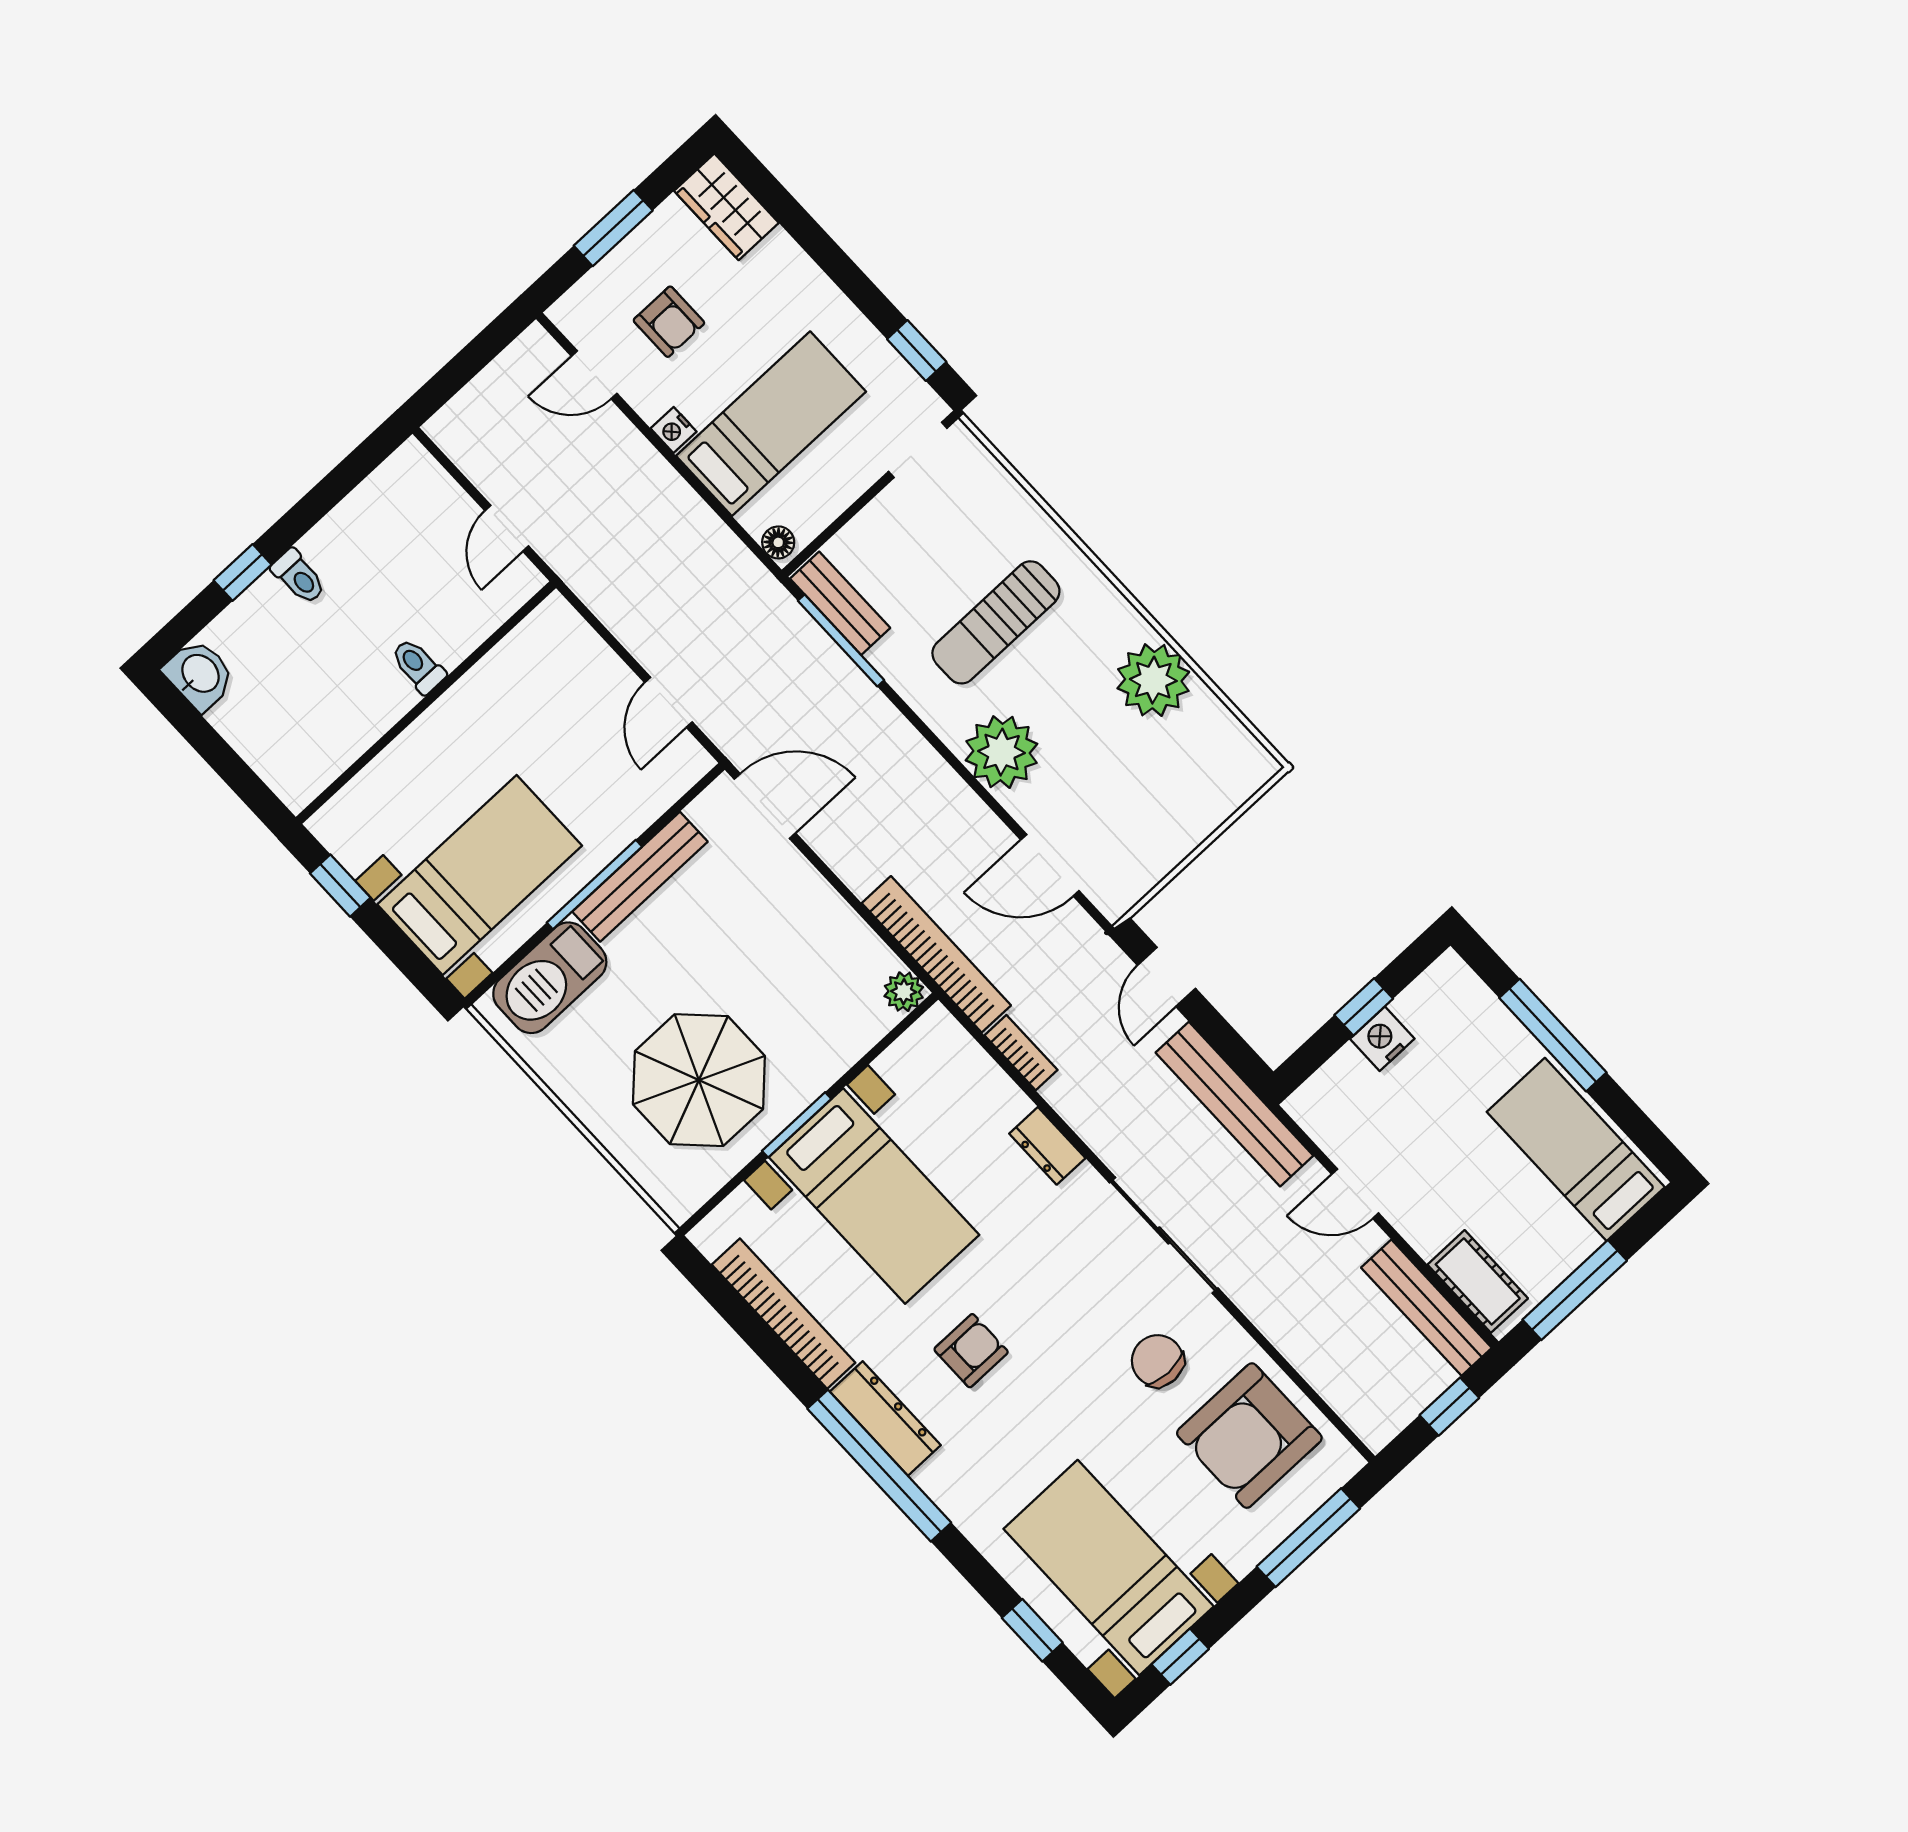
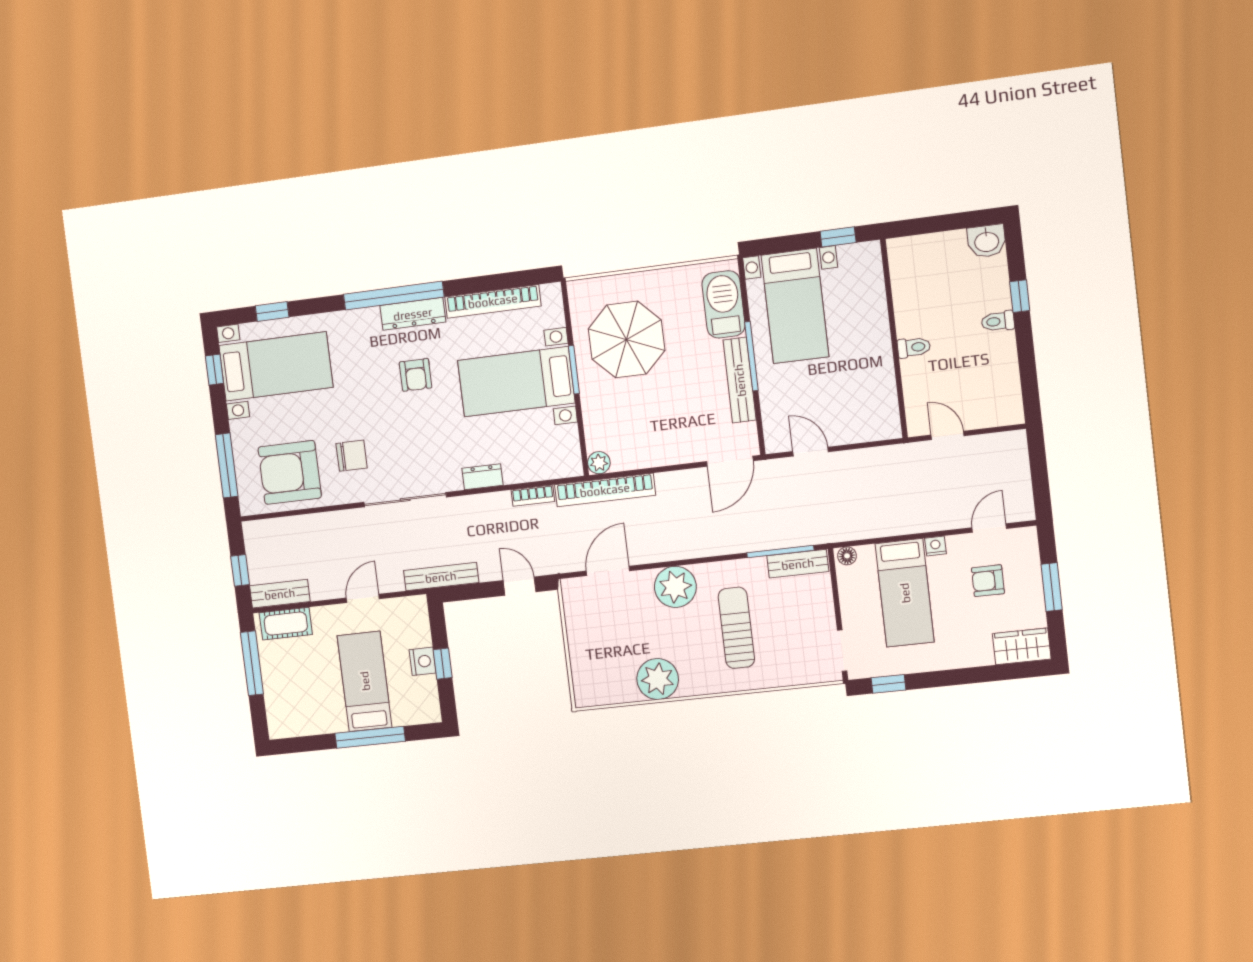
bench: (1234, 1104) -> (441, 577), width x0.73, depth x0.82
bed: (1576, 1149) -> (365, 681), moved, turned -90
bench: (1426, 1308) -> (280, 594), width x0.73
armchair: (1249, 1436) -> (290, 472), turned -90

